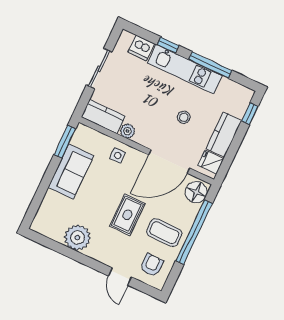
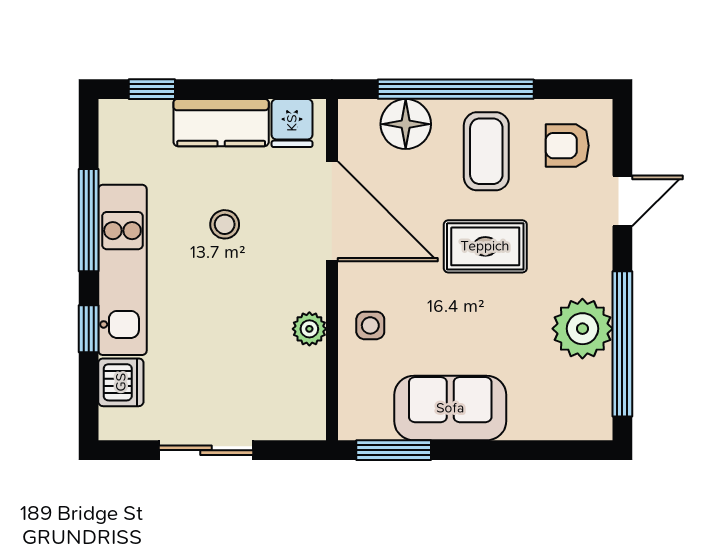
kitchen counter: (103, 117) -> (303, 395), removed
floor lamp: (196, 192) -> (406, 124), moved
window: (64, 250) -> (622, 344), added

